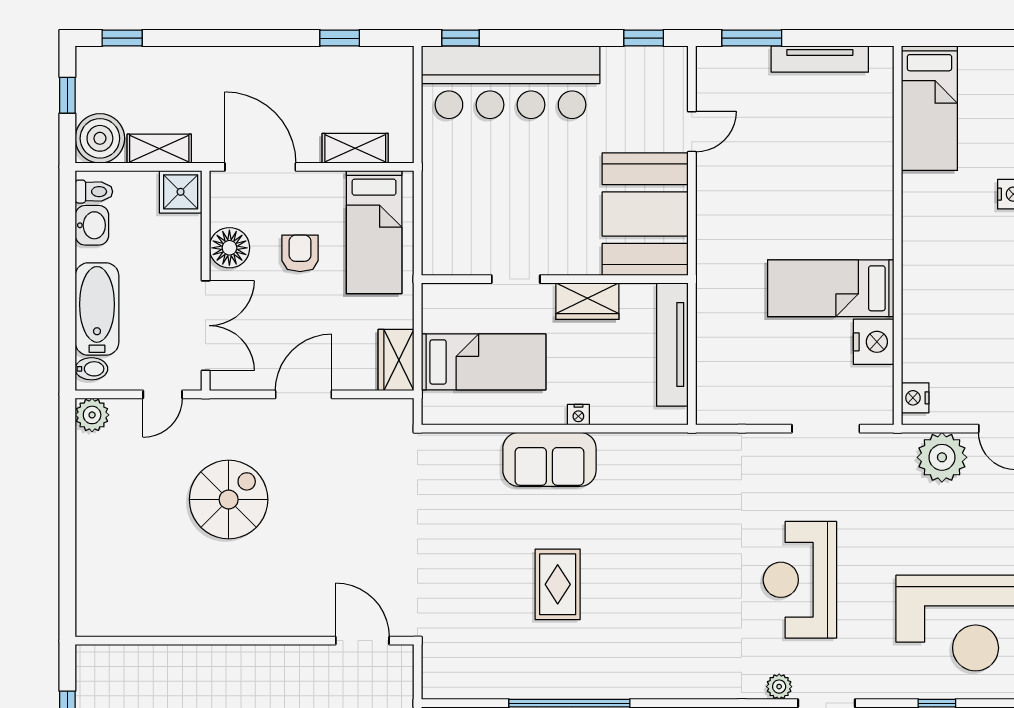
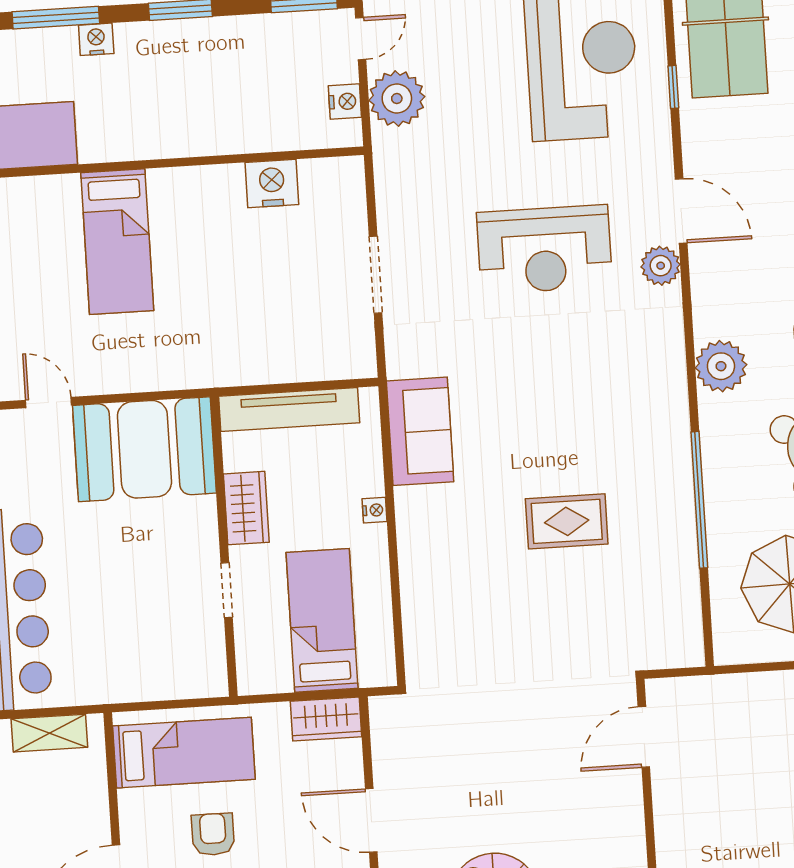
shelving: (355, 148) -> (49, 733), moved, turned 90
armchair: (300, 253) -> (213, 834), turned 90
bed: (831, 288) -> (117, 242), moved
nightstand: (915, 398) -> (345, 101), moved, turned -90
doorway: (826, 429) -> (376, 275), moved
sofa: (549, 459) -> (420, 431), moved
plant: (779, 687) -> (661, 266), width x1.38, depth x1.38

